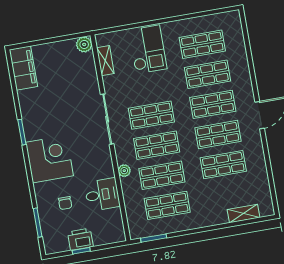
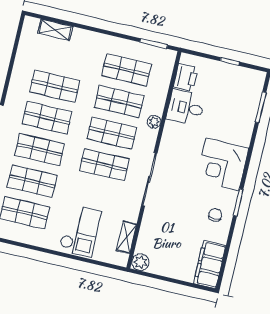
checkout: (148, 49) -> (80, 231), turned 180
chair: (65, 203) -> (215, 215), moved
printer: (80, 239) -> (186, 78), moved, turned -90

